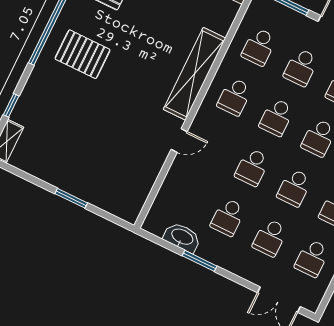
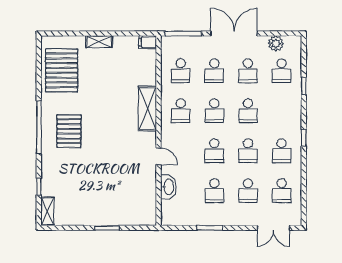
pallet: (83, 54) -> (69, 131), turned 90
shelving: (194, 74) -> (147, 109), width x0.68
door: (179, 140) -> (159, 157), hinge flipped
washbasin: (182, 237) -> (168, 187), moved, turned 90

